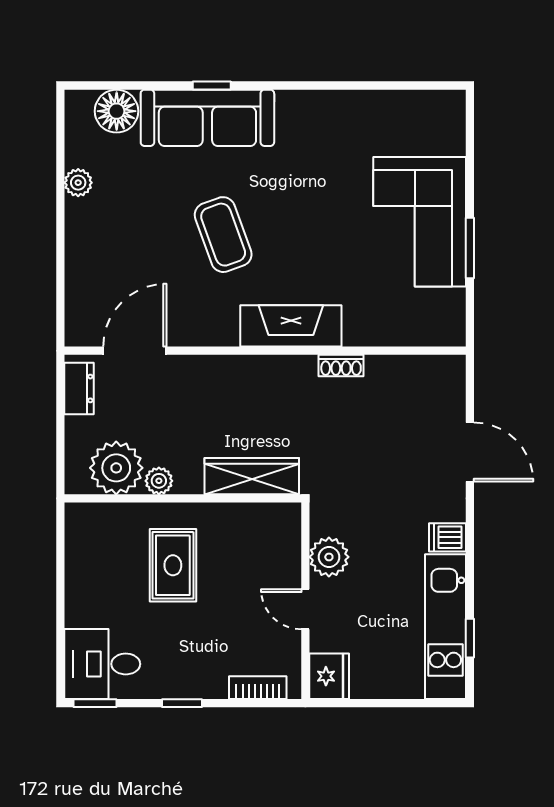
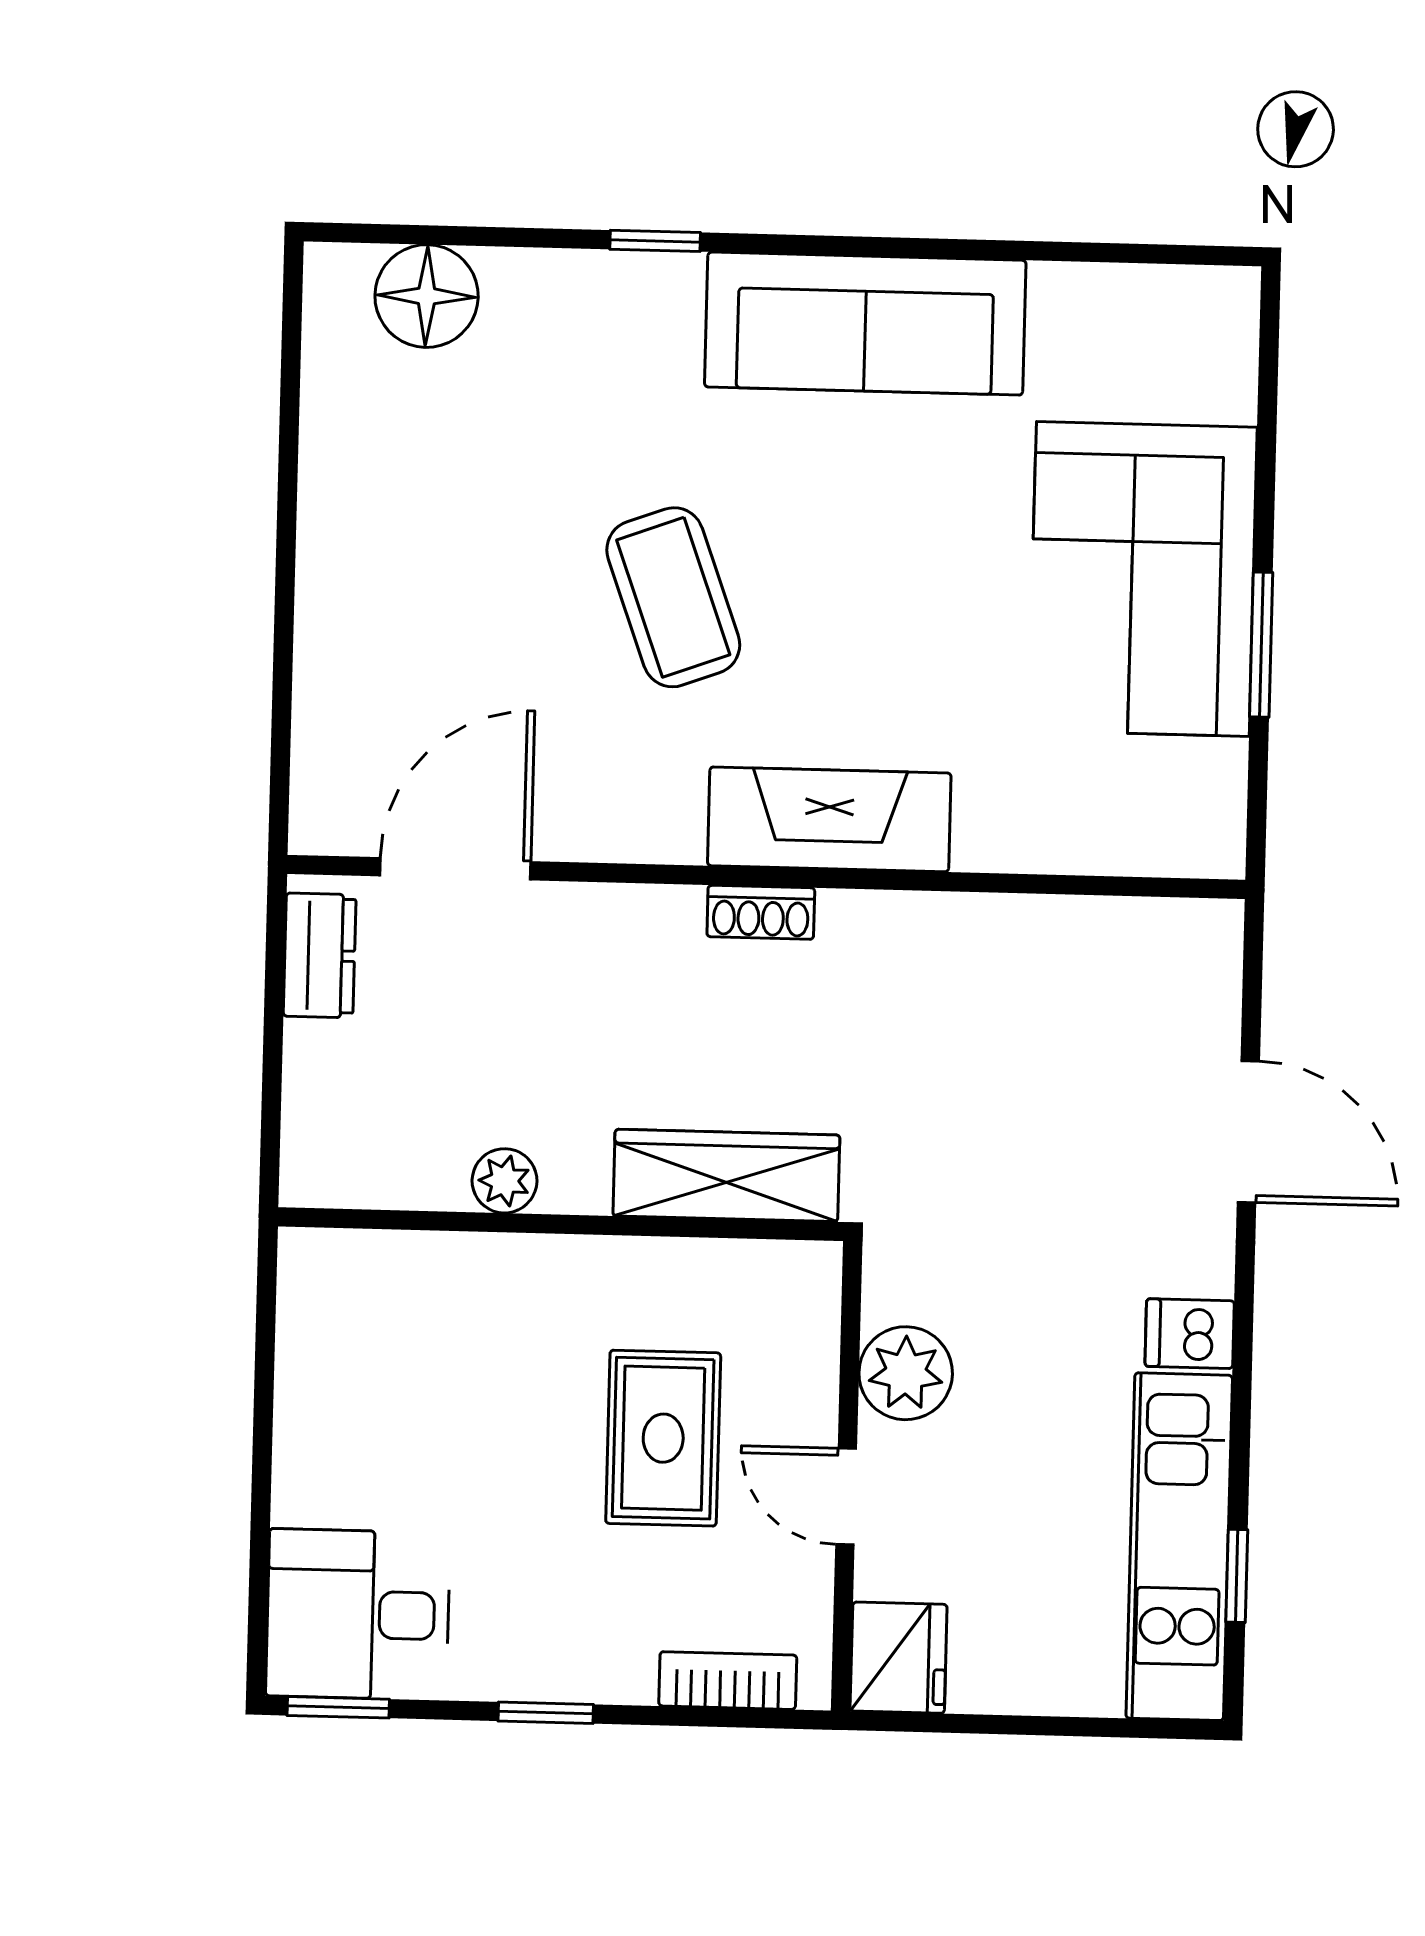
sofa: (207, 118) -> (865, 324), moved
plant: (78, 183) -> (331, 464), removed
shoe rack: (341, 366) -> (761, 912), moved
plant: (116, 468) -> (404, 1147), removed
rug: (173, 565) -> (663, 1438), moved

